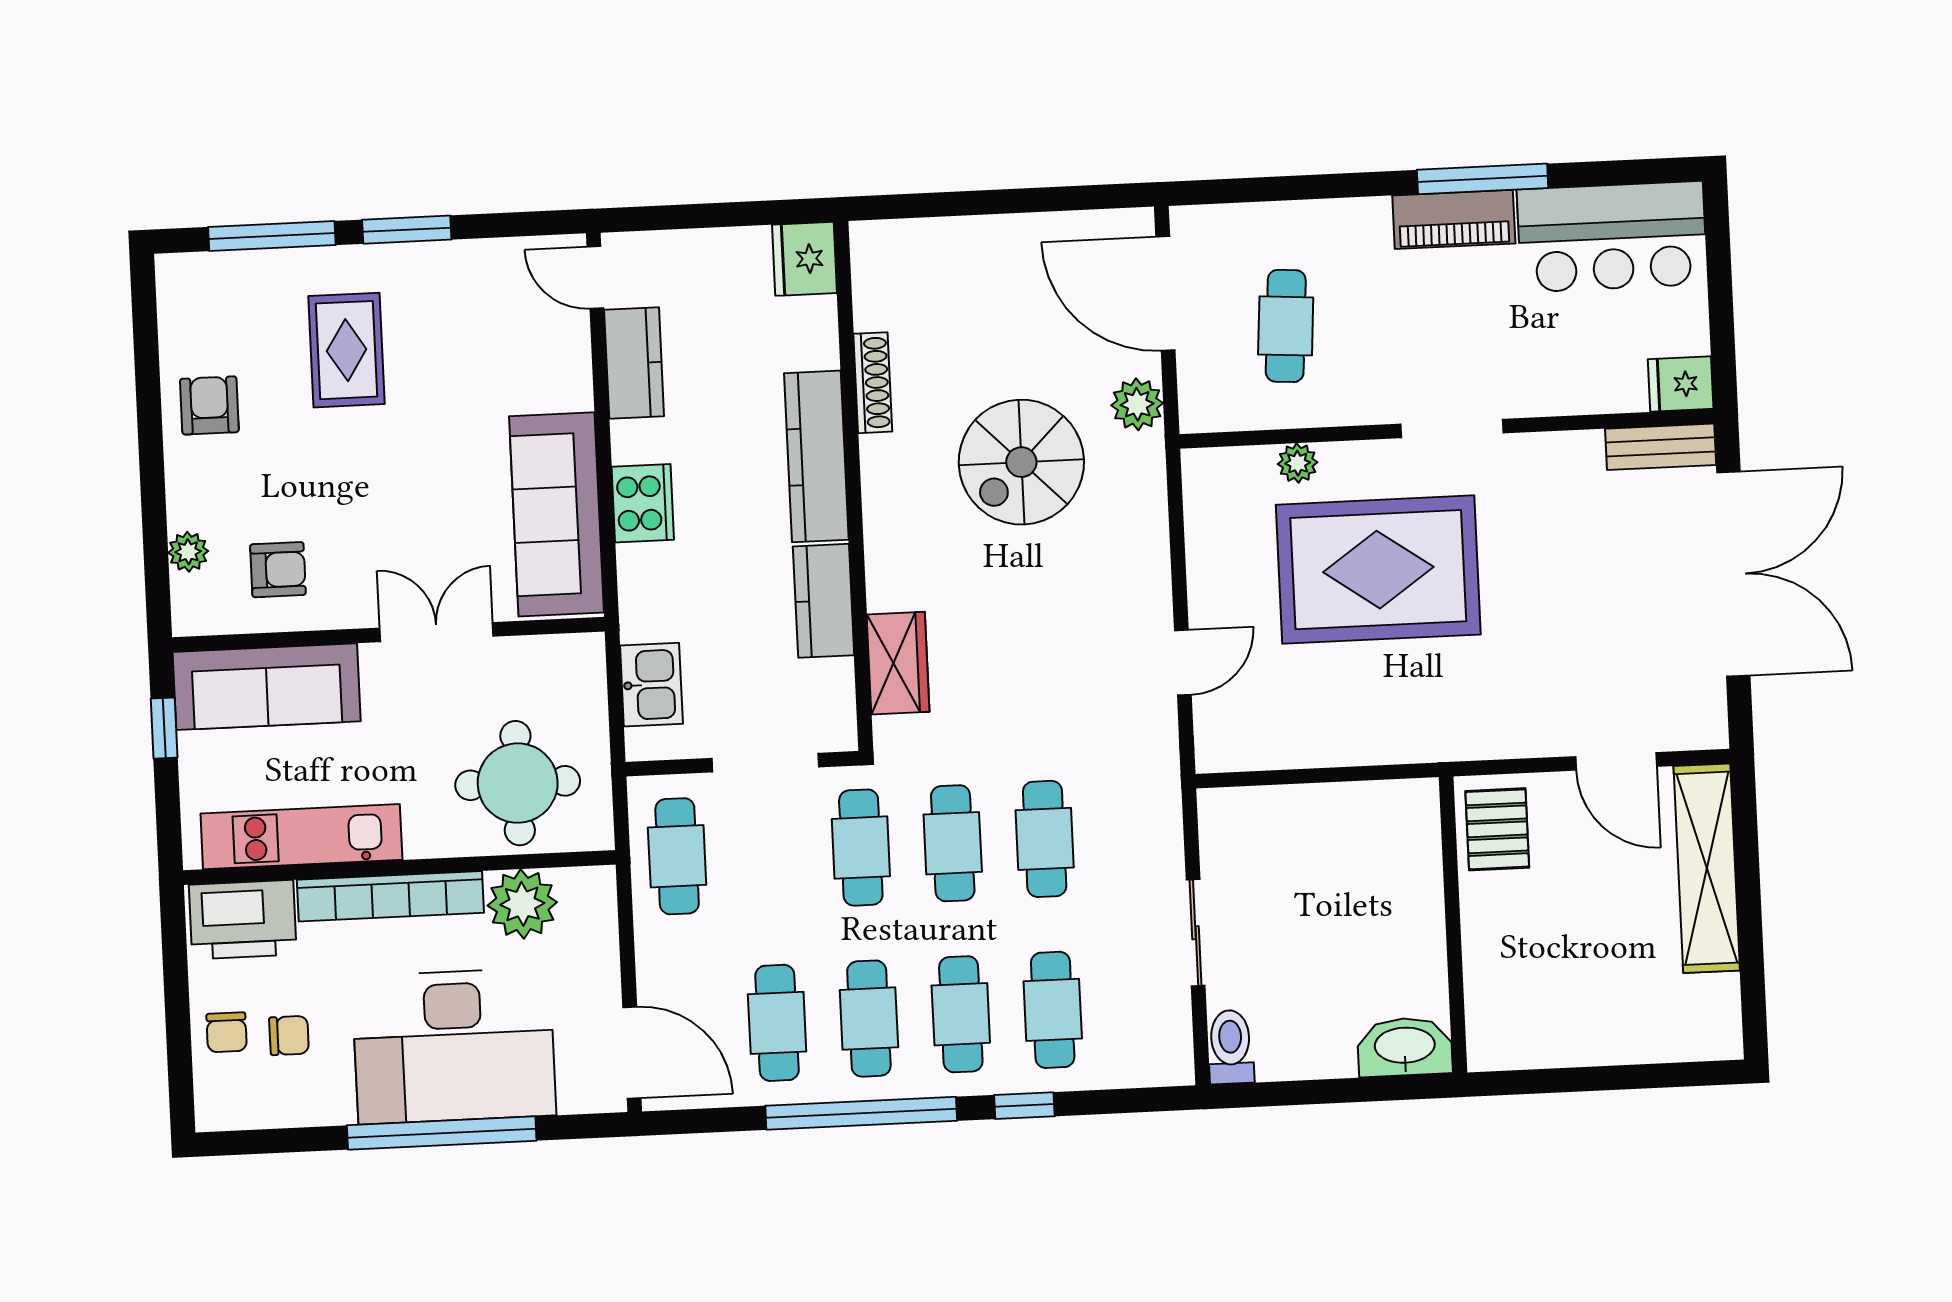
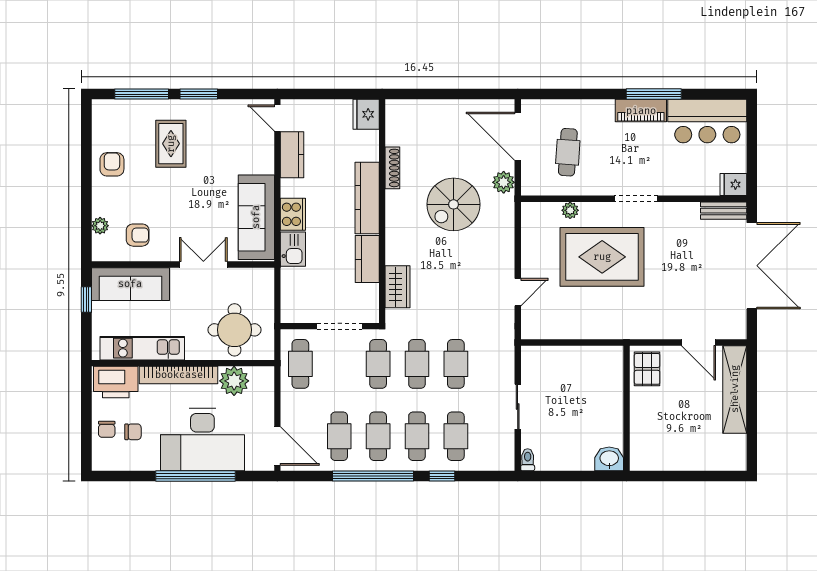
kitchen sink: (651, 685) -> (293, 249), moved
toilet: (1231, 1047) -> (528, 460), width x0.73, depth x0.72
washbasin: (1405, 1047) -> (609, 459), width x0.72

